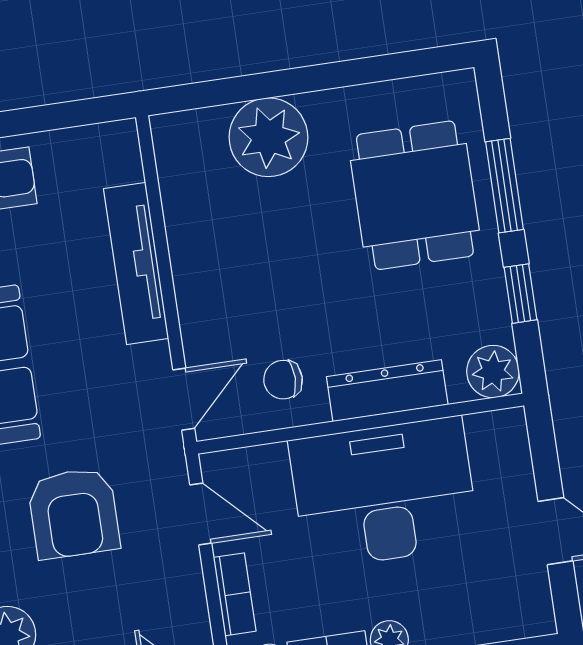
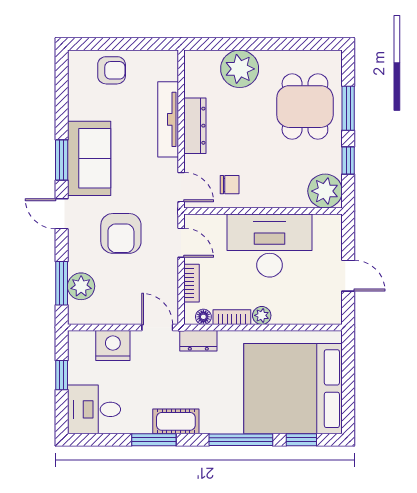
plant: (493, 372) -> (325, 191), width x1.36, depth x1.36
chair: (283, 380) -> (230, 185), turned 180
dresser: (387, 391) -> (195, 126), moved, turned 90
door: (184, 399) -> (181, 187), hinge flipped

